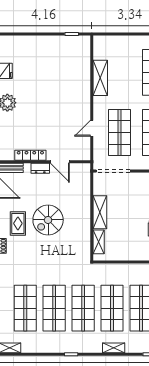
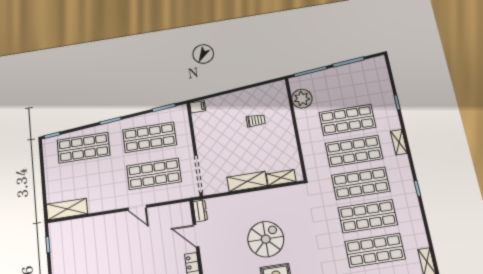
shelving: (100, 78) -> (67, 209), moved
door: (92, 128) -> (137, 208), moved
door: (60, 162) -> (196, 236), swing flipped
dresser: (40, 168) -> (200, 211), moved
spiral stairs: (48, 220) -> (266, 239), turned -90

